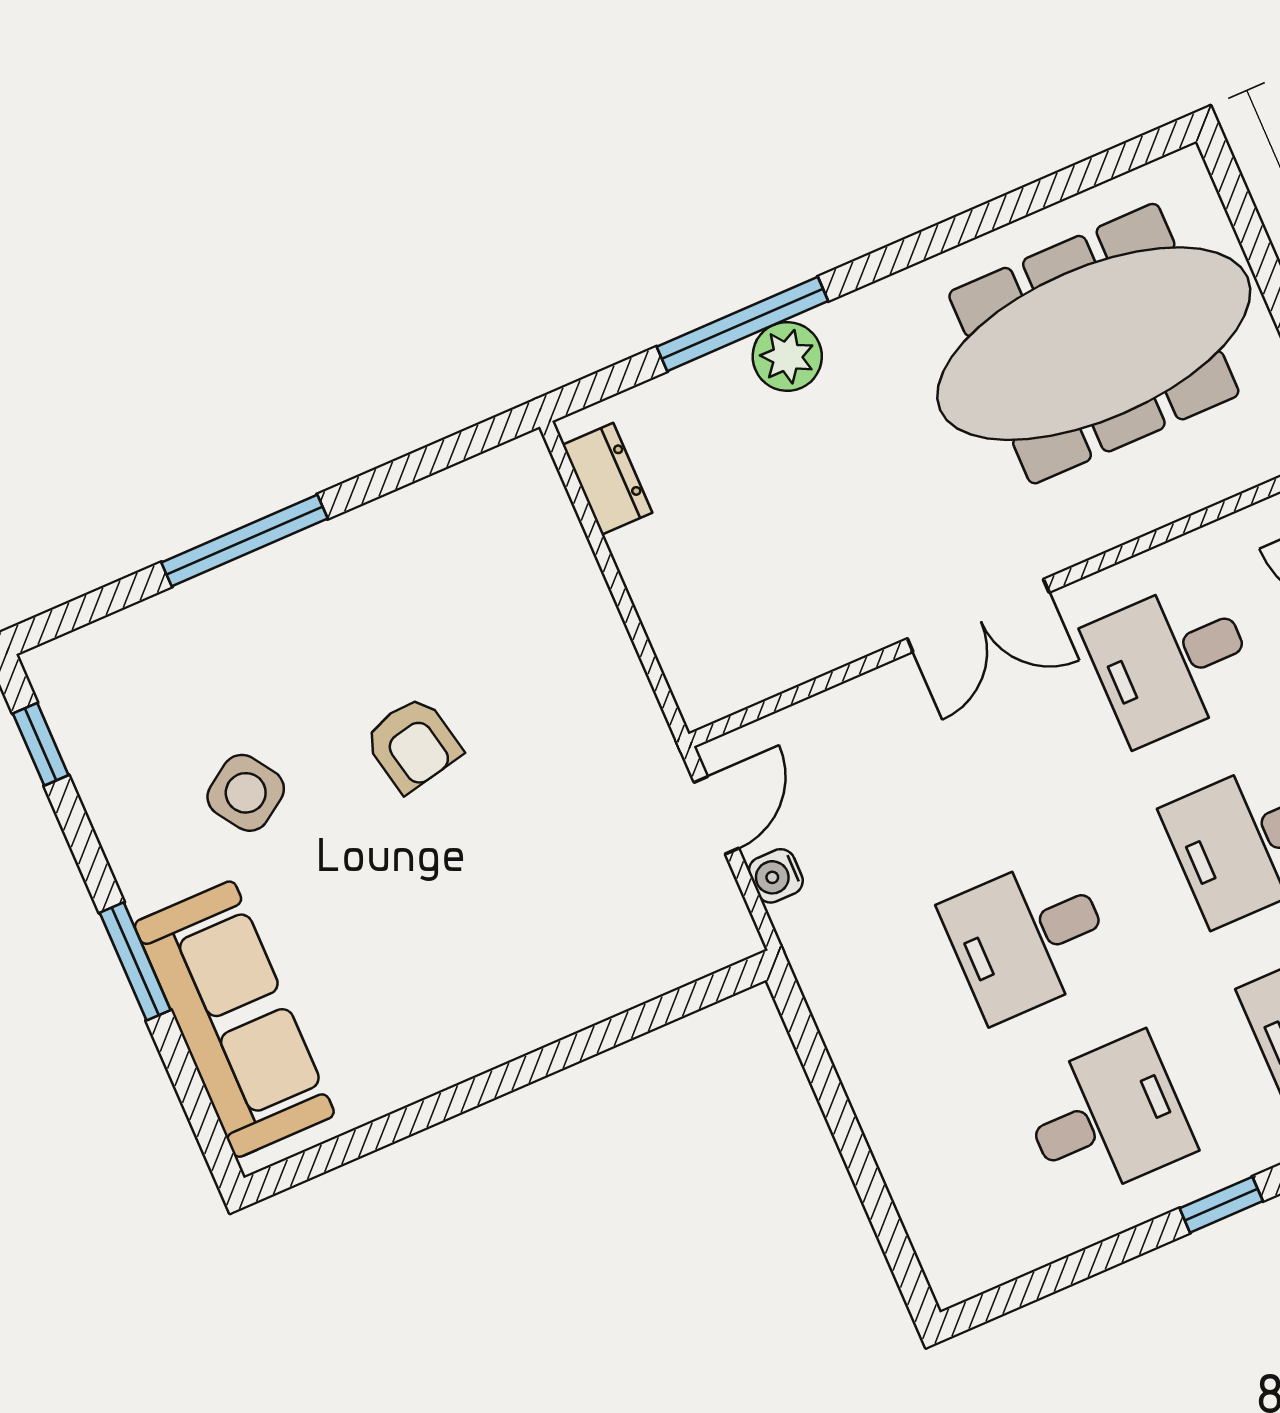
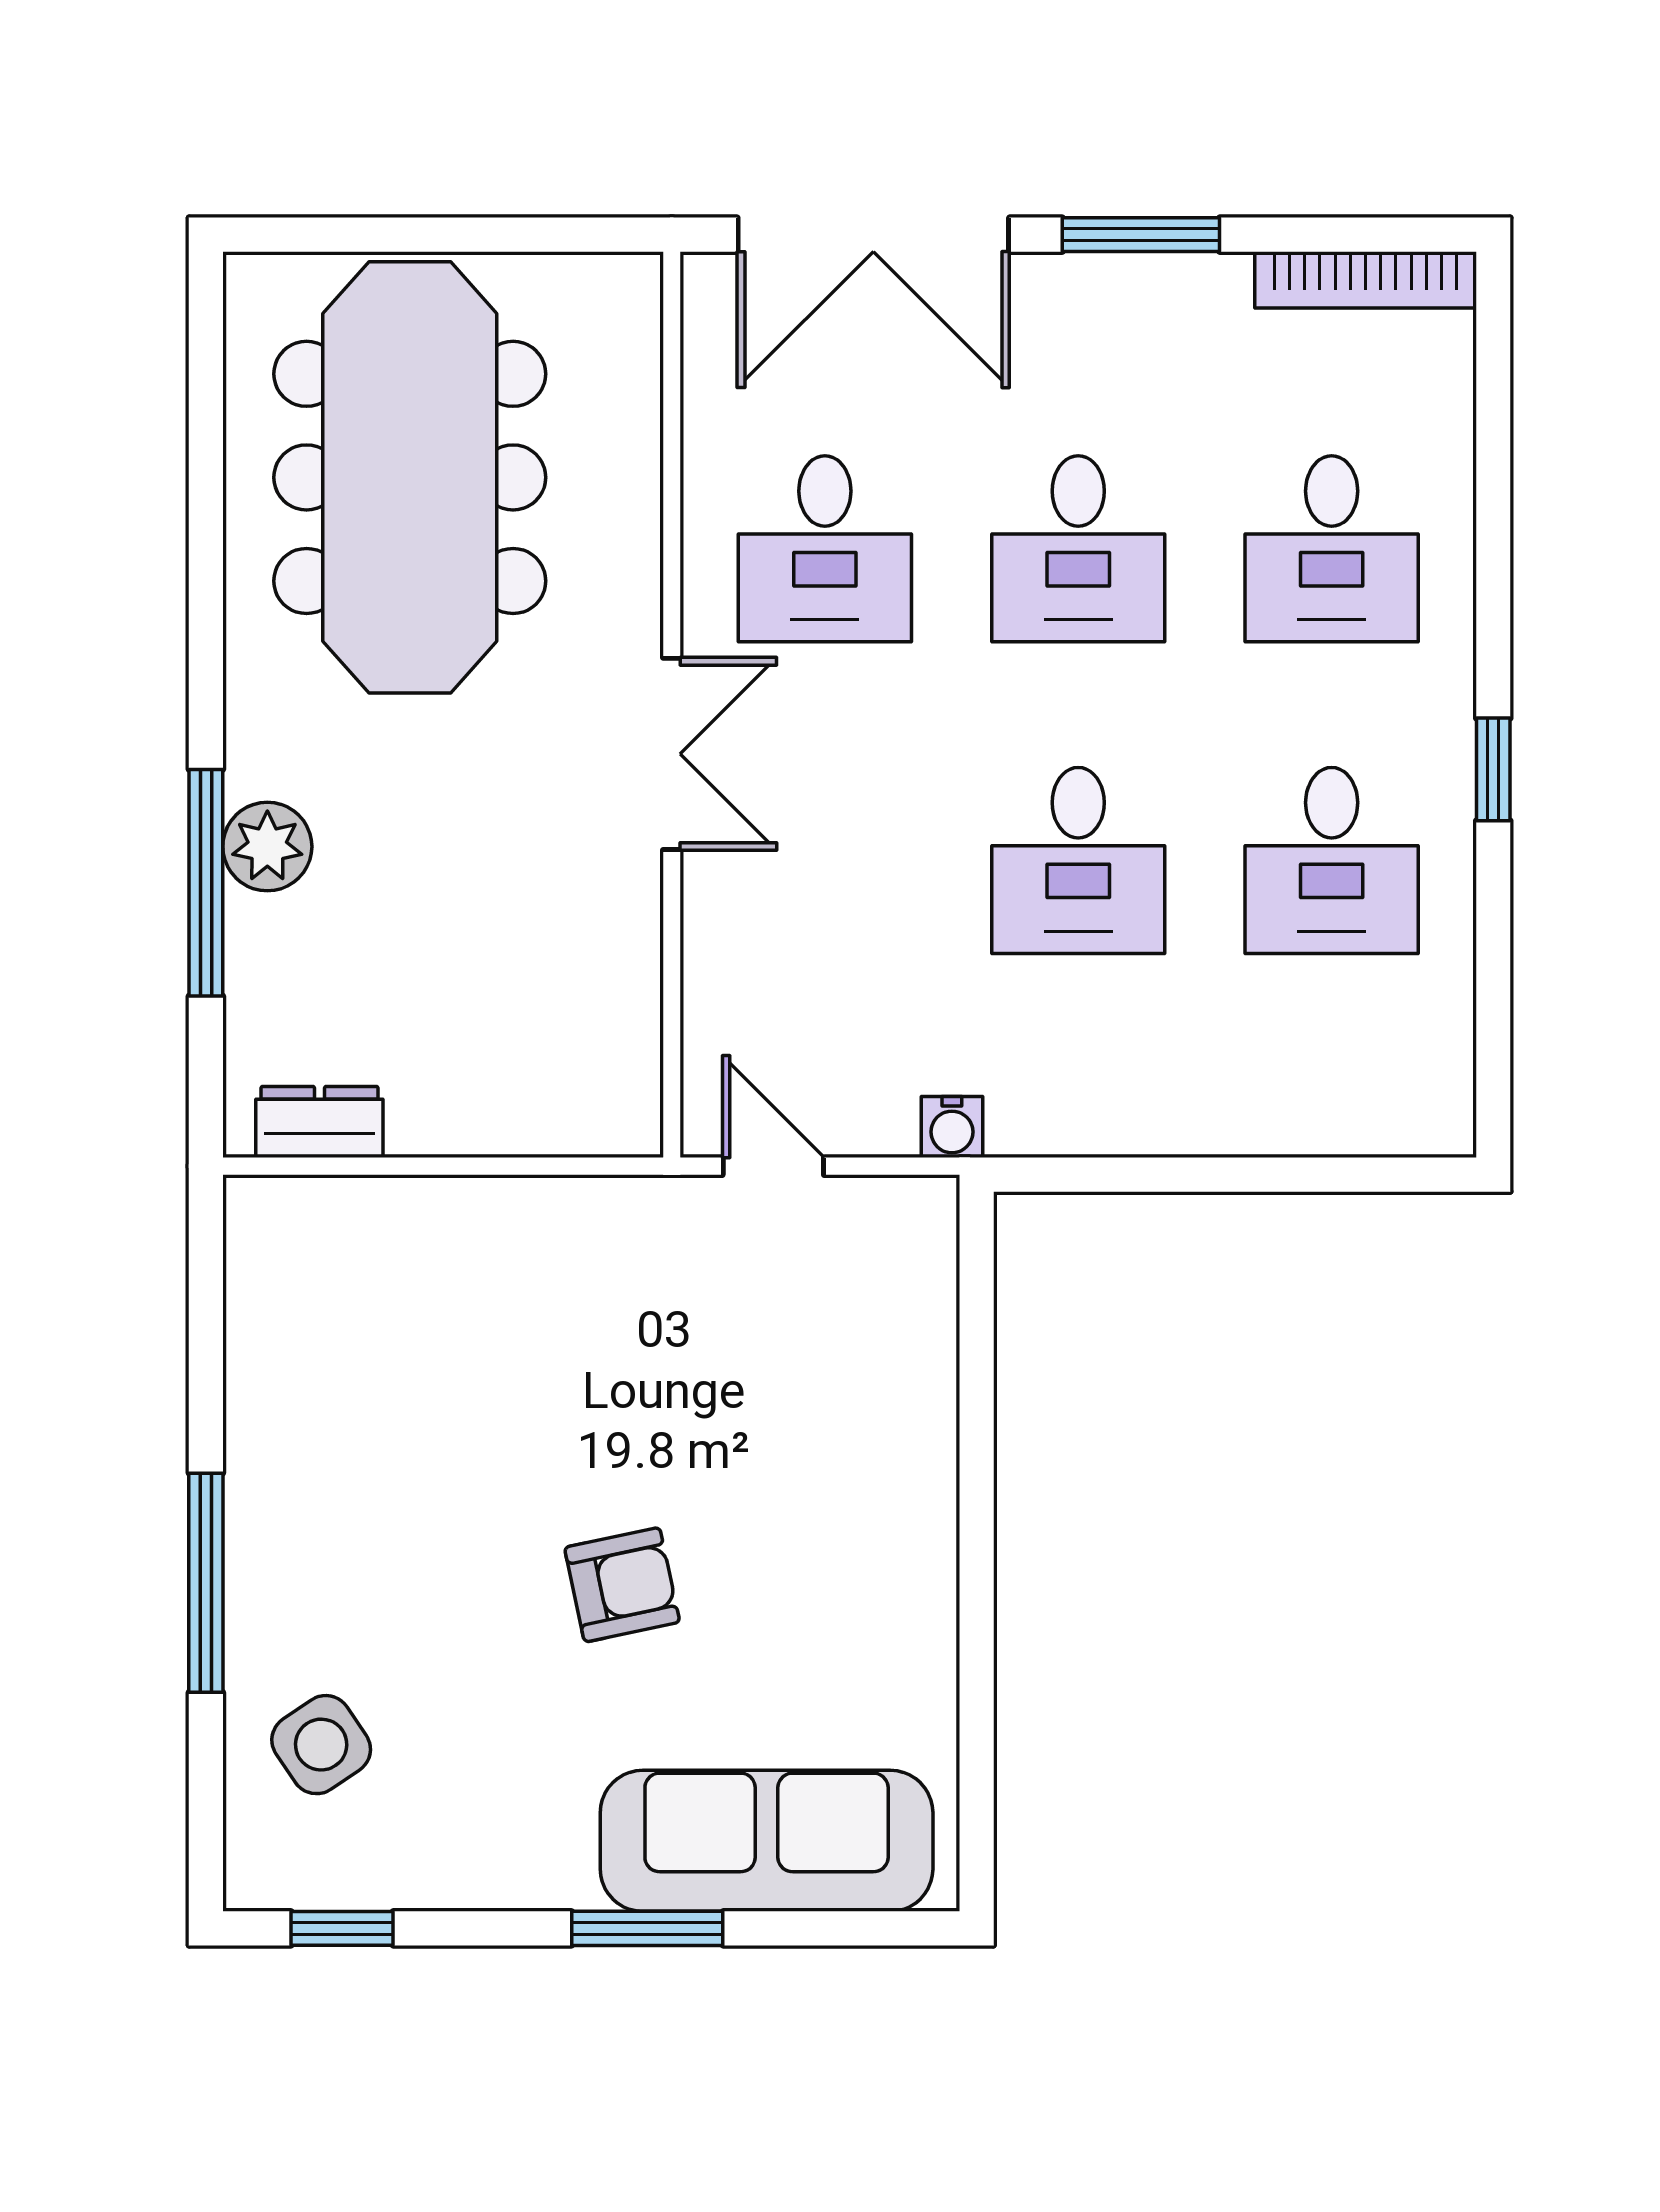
armchair: (413, 744) -> (622, 1585), moved
side table: (246, 793) -> (321, 1745), moved
water cooler: (776, 876) -> (952, 1127), moved
desk: (1107, 1118) -> (1332, 860), turned 180

